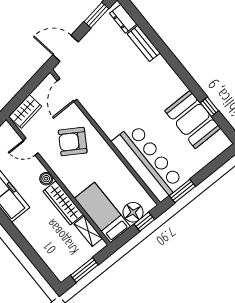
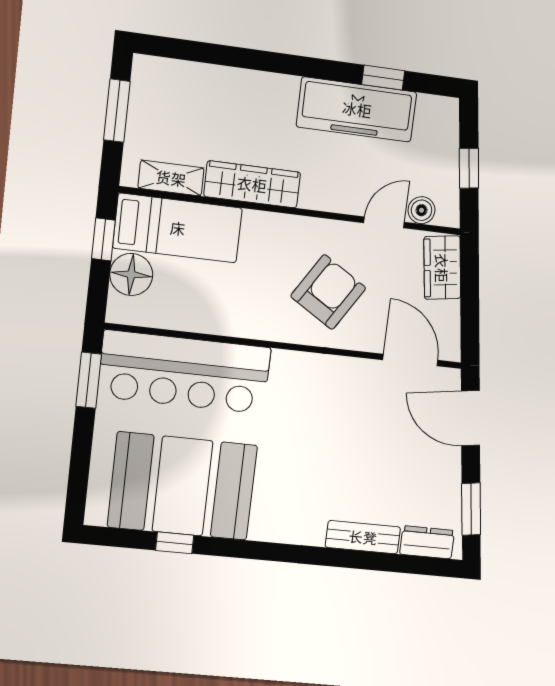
door: (66, 48) -> (470, 418), swing flipped
booth: (193, 119) -> (182, 486), width x1.36, depth x1.42
boiler: (46, 179) -> (421, 210), moved
window: (144, 222) -> (103, 239), moved

